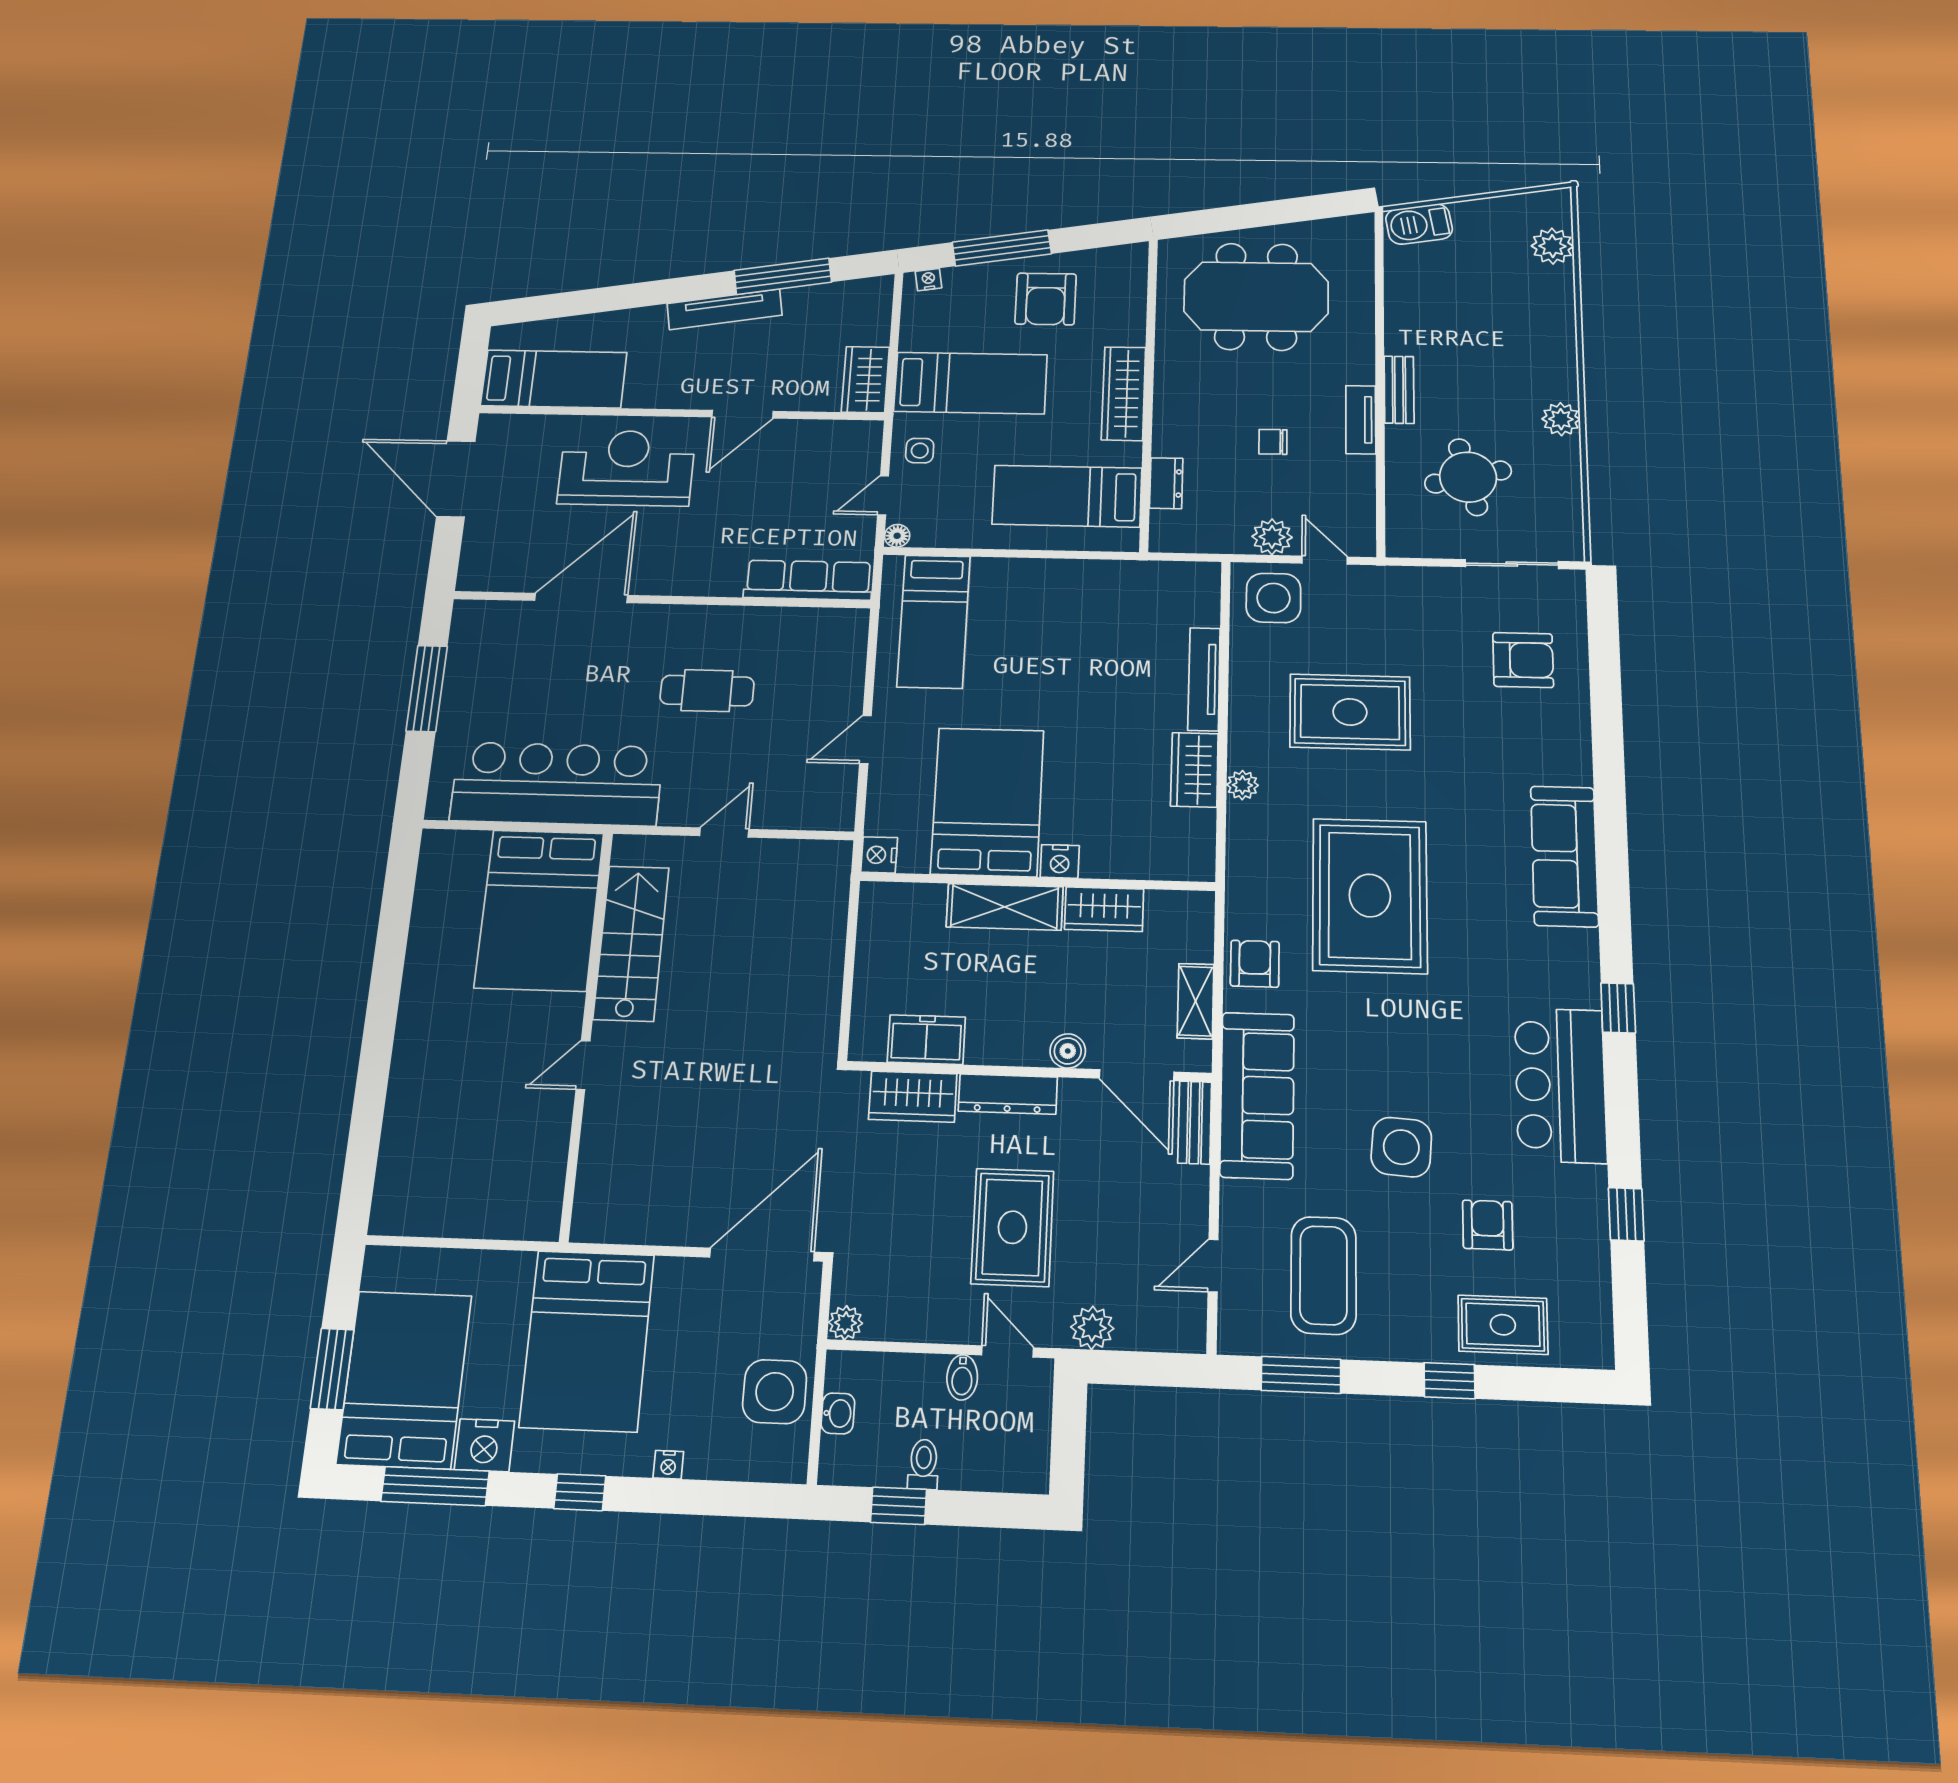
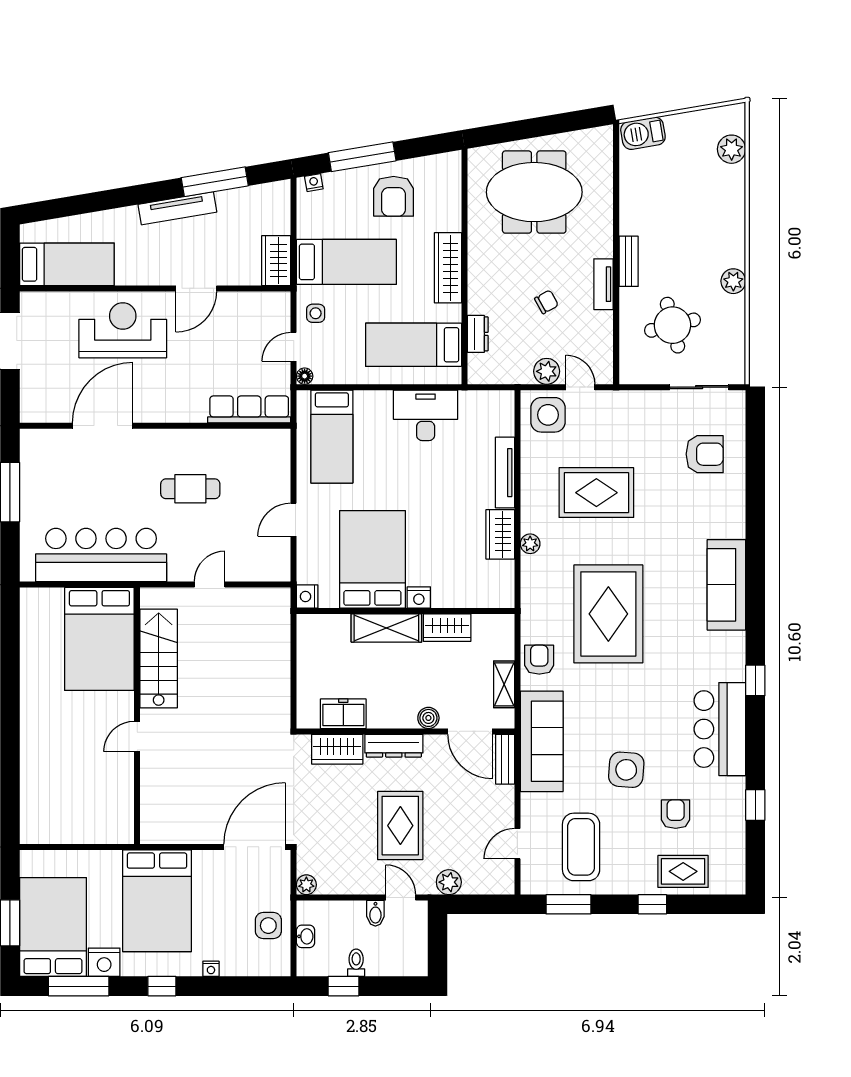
chair: (1273, 442) -> (547, 302), turned 151
desk: (1081, 594) -> (426, 415), added
side table: (775, 1392) -> (268, 926), width x0.73, depth x0.73

